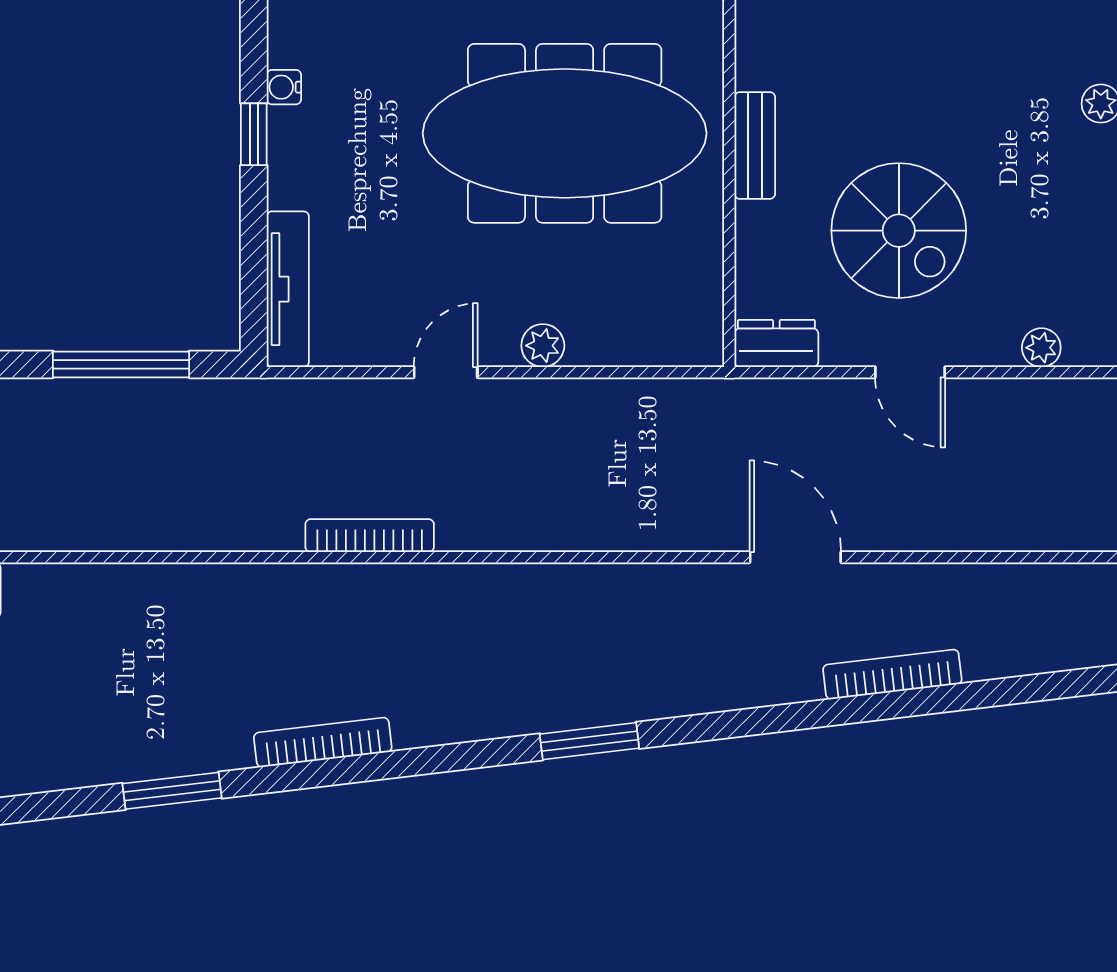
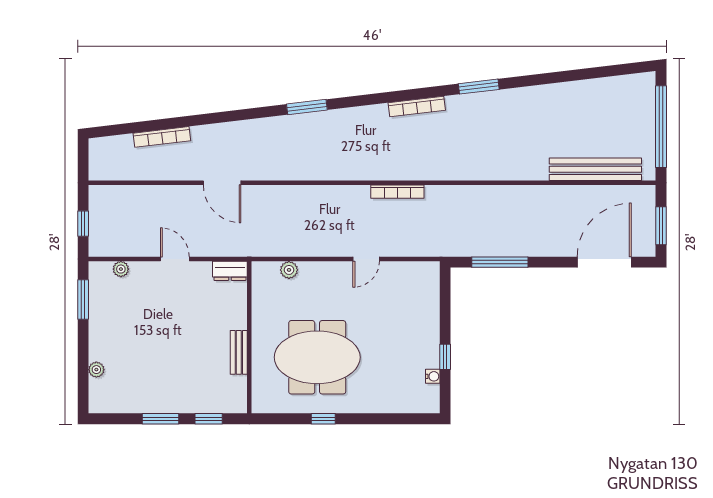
meeting table: (565, 133) -> (317, 357), width x0.73
spiral stairs: (899, 231) -> (180, 317), removed
tv unit: (288, 289) -> (431, 293), removed
plant: (543, 346) -> (289, 270), moved
bookcase: (892, 674) -> (162, 137), moved

